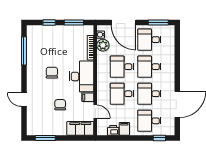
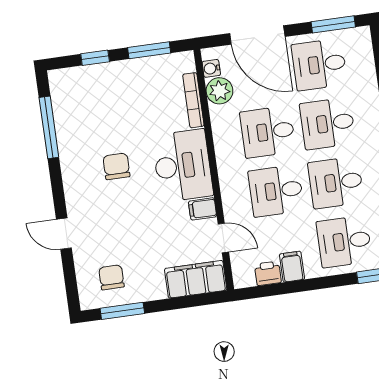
chair: (60, 105) -> (111, 277), moved

